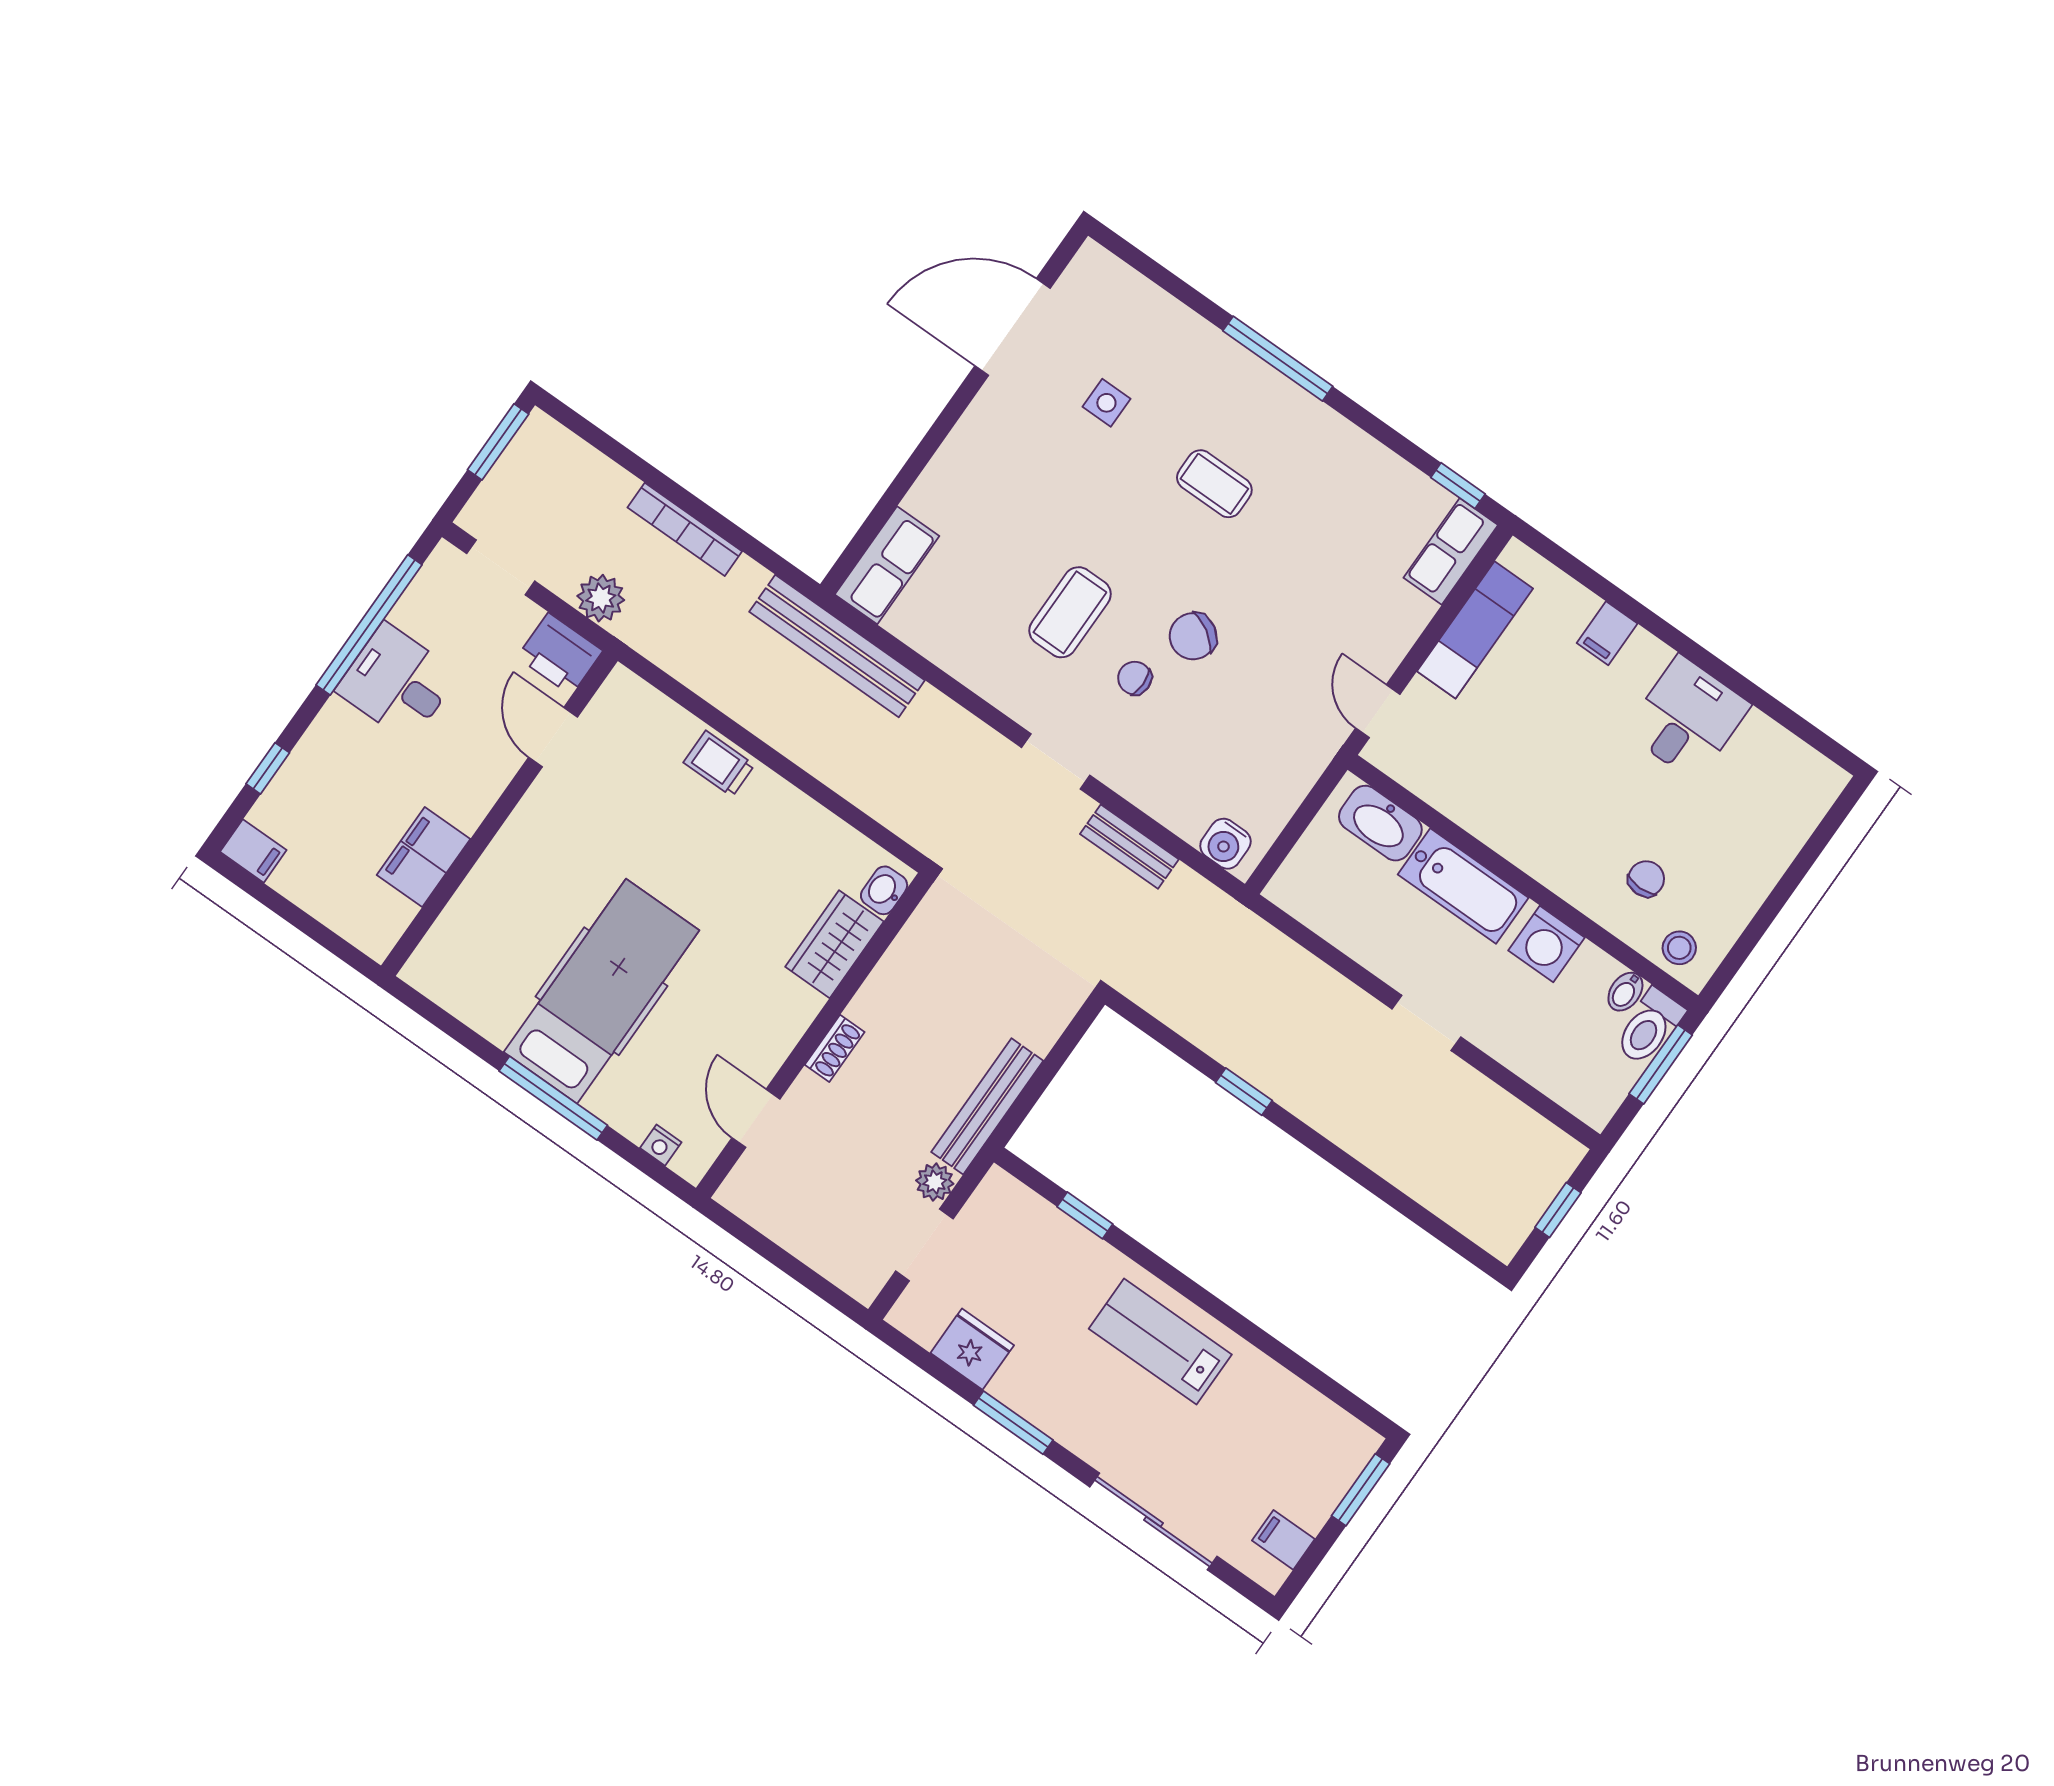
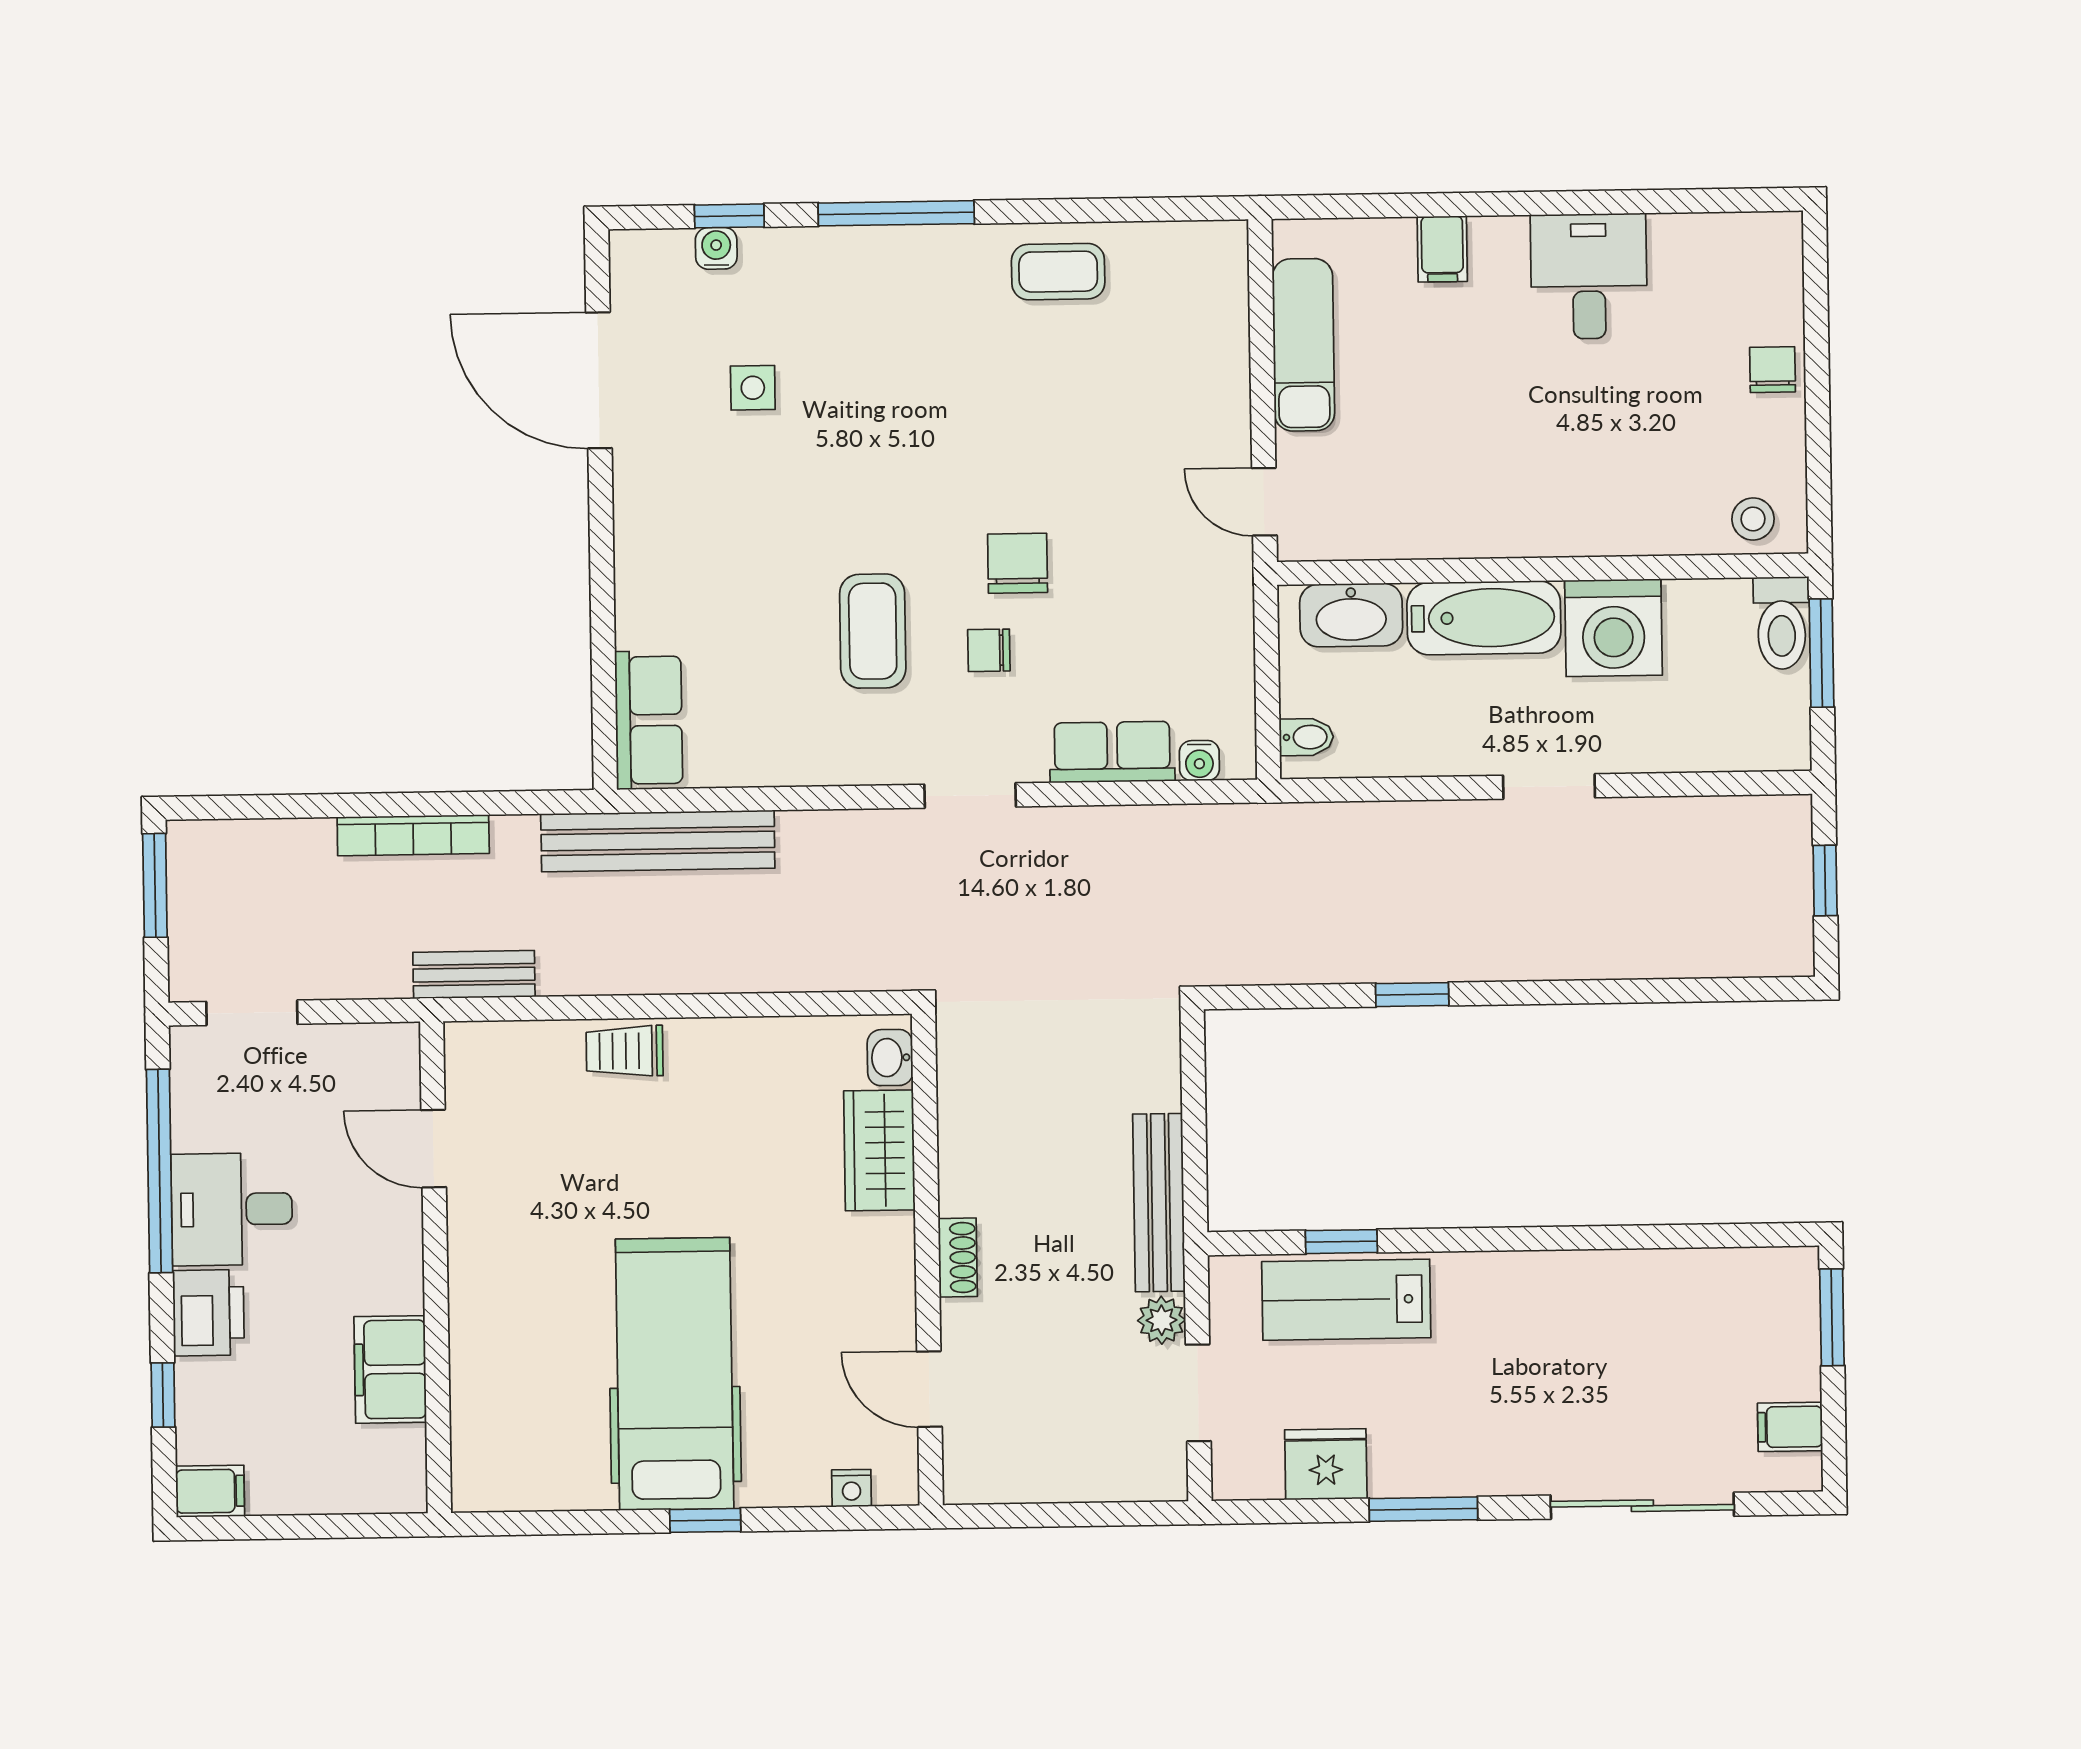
water cooler: (1148, 298) -> (716, 248), added
door: (1012, 327) -> (599, 380), hinge flipped
coffee table: (1214, 484) -> (1058, 272), moved
window: (1458, 486) -> (729, 216), moved
row of seats: (1451, 551) -> (1112, 752), moved, turned 90
plant: (601, 598) -> (378, 969), removed
chair: (1193, 636) -> (1018, 563), turned 148
printer: (560, 654) -> (208, 1313), moved, turned -90
water cooler: (1225, 844) -> (1199, 761), width x0.72, depth x0.72
bench: (1129, 847) -> (474, 975), moved
chair: (1646, 879) -> (1773, 370), moved
washing machine: (1547, 944) -> (1613, 628), width x1.37, depth x1.37
bidet: (1625, 992) -> (1306, 737), moved, turned -90
window: (553, 1098) -> (705, 1520), width x0.46
lab bench: (1160, 1342) -> (1346, 1300), moved

